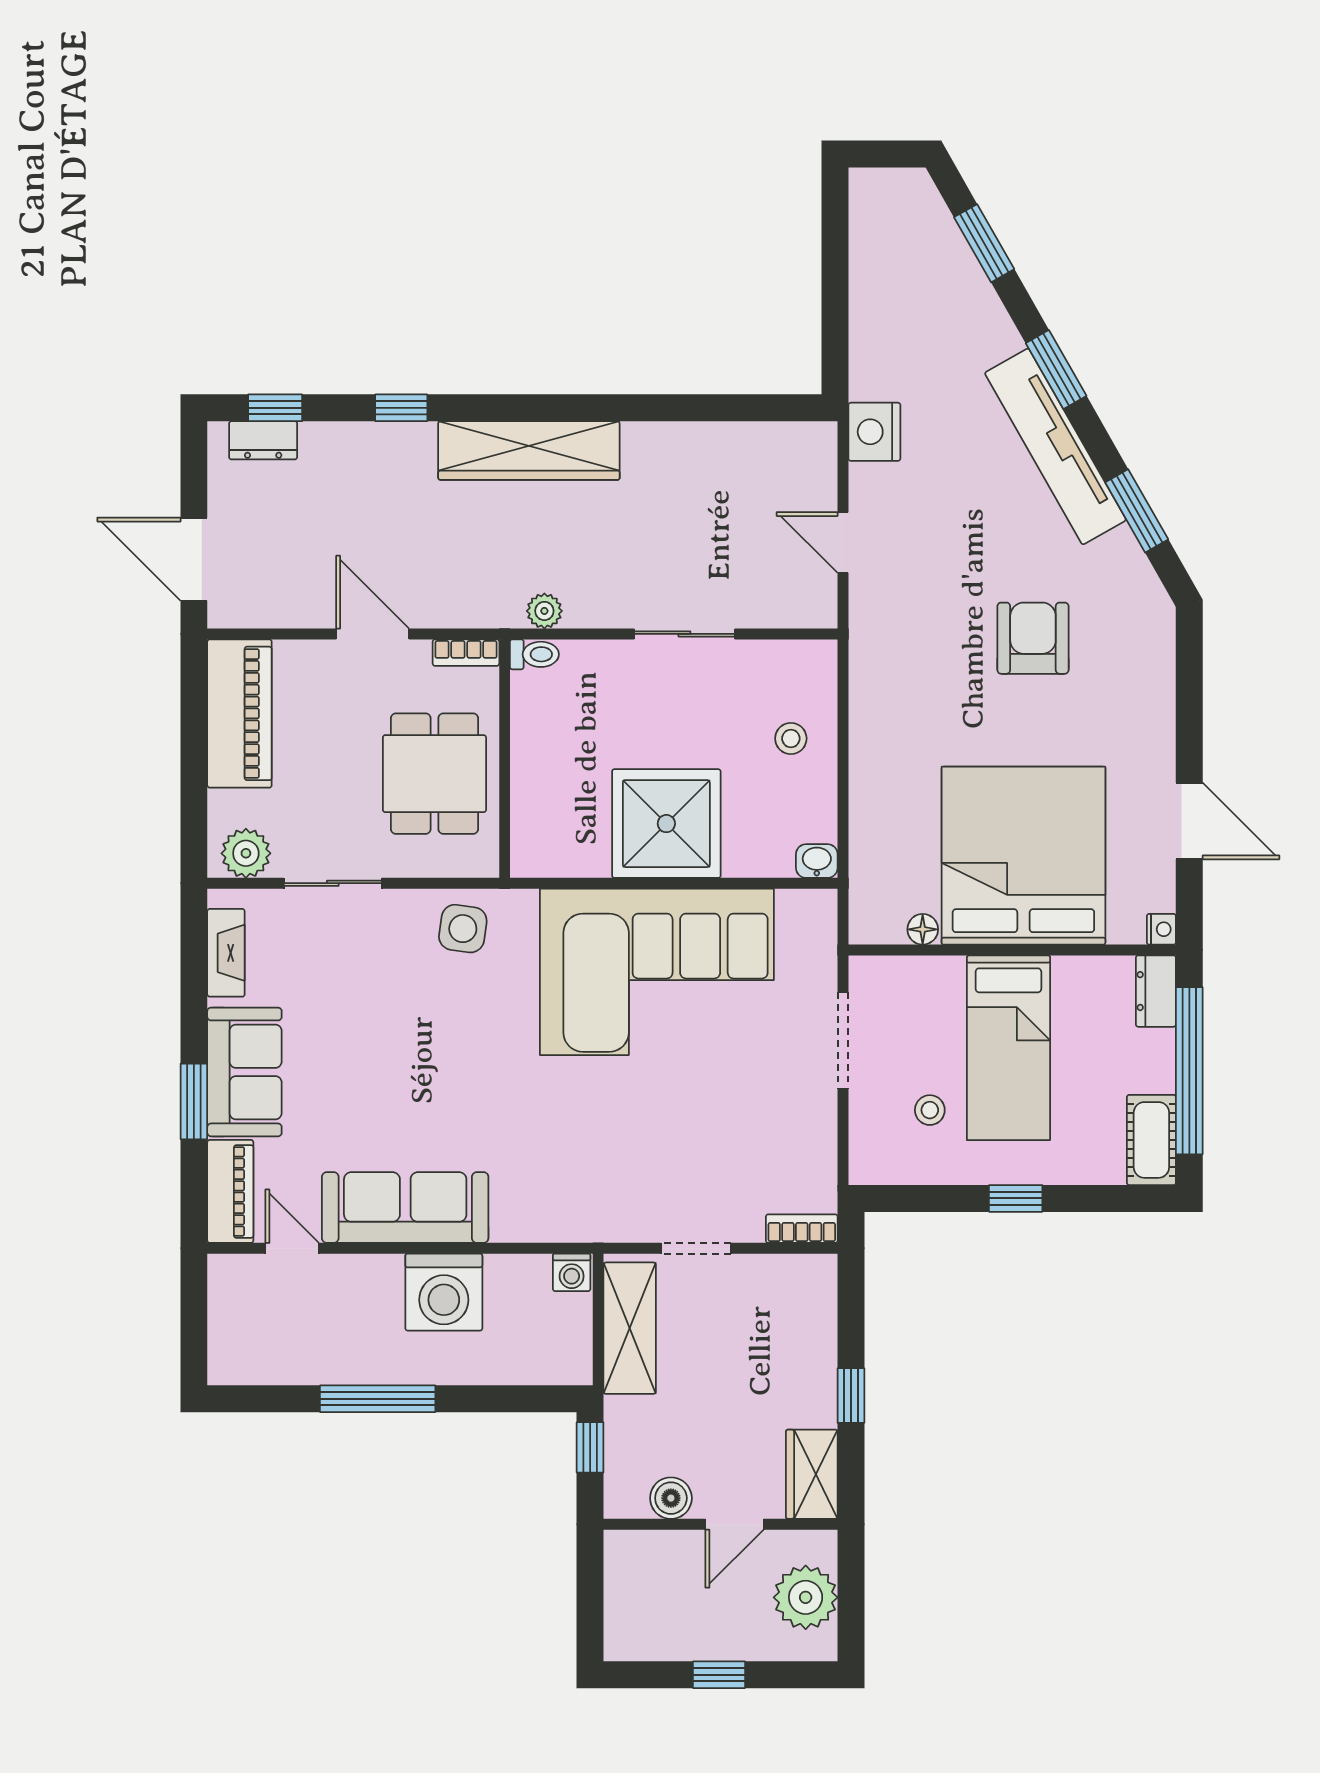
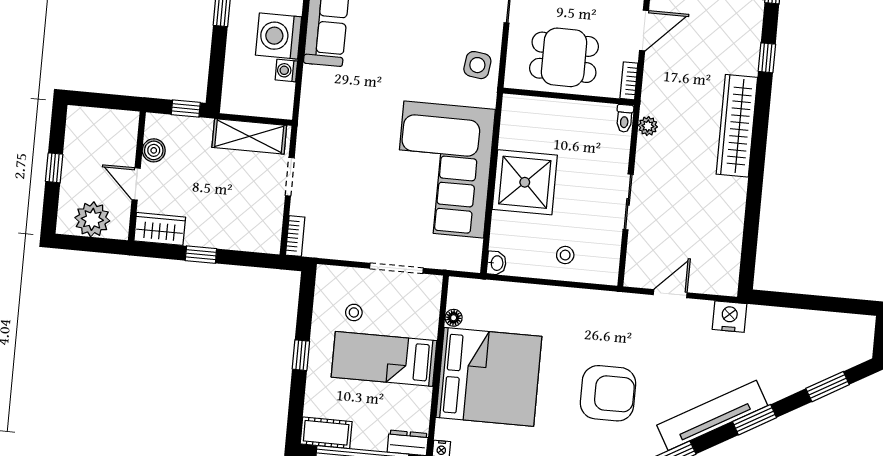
armchair: (1033, 638) -> (608, 393), width x1.36, depth x1.36
washing machine: (572, 1272) -> (286, 70), moved

